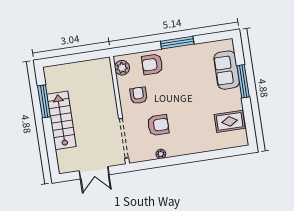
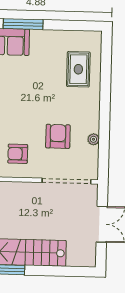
rug: (230, 121) -> (78, 69), moved

